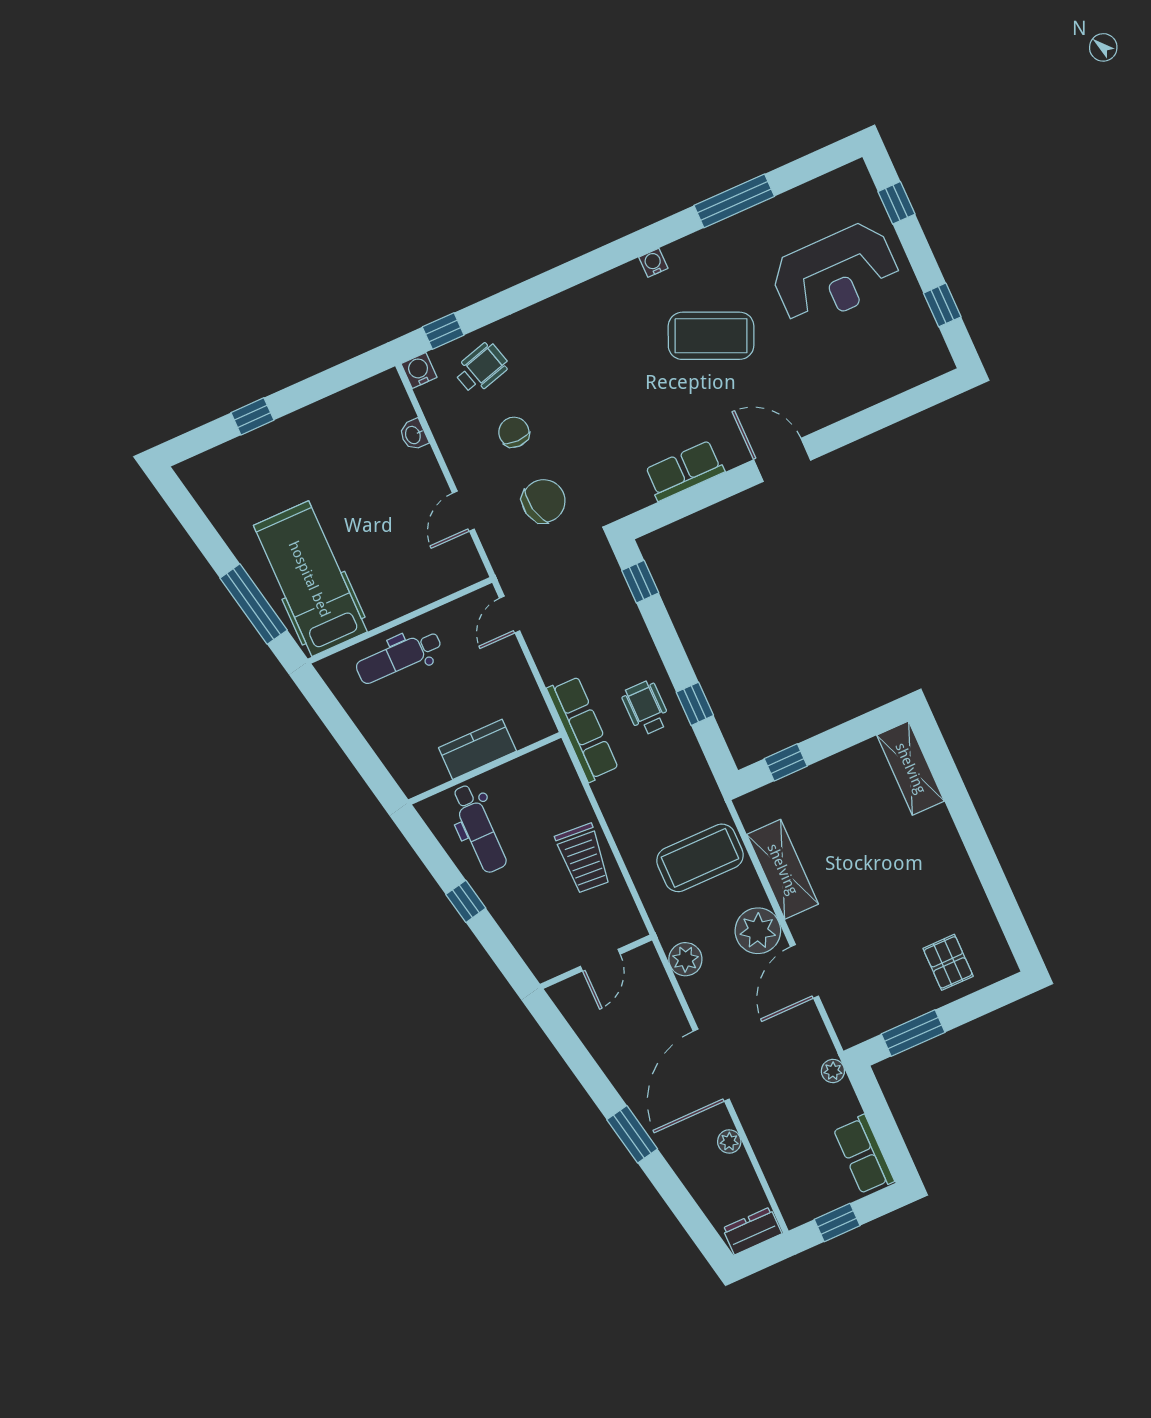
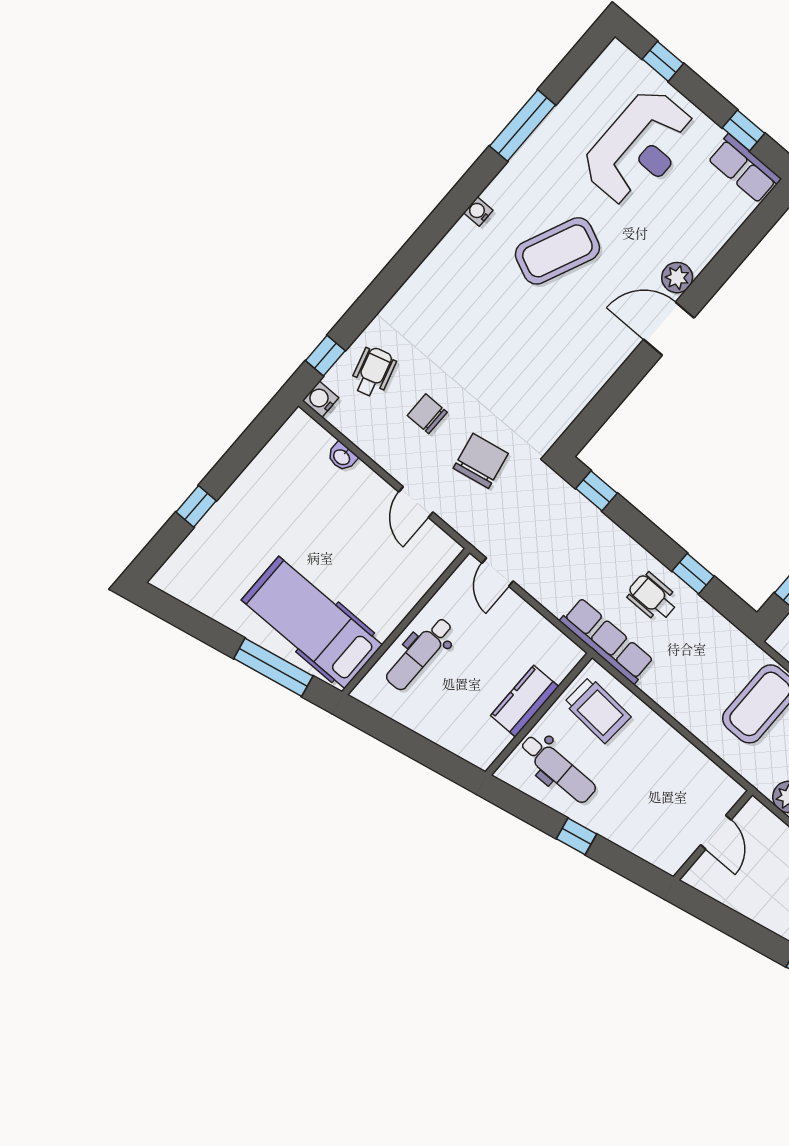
plant: (813, 415) -> (677, 278), added
row of seats: (684, 471) -> (744, 169), moved, turned -90
trolley: (583, 858) -> (597, 710), moved

